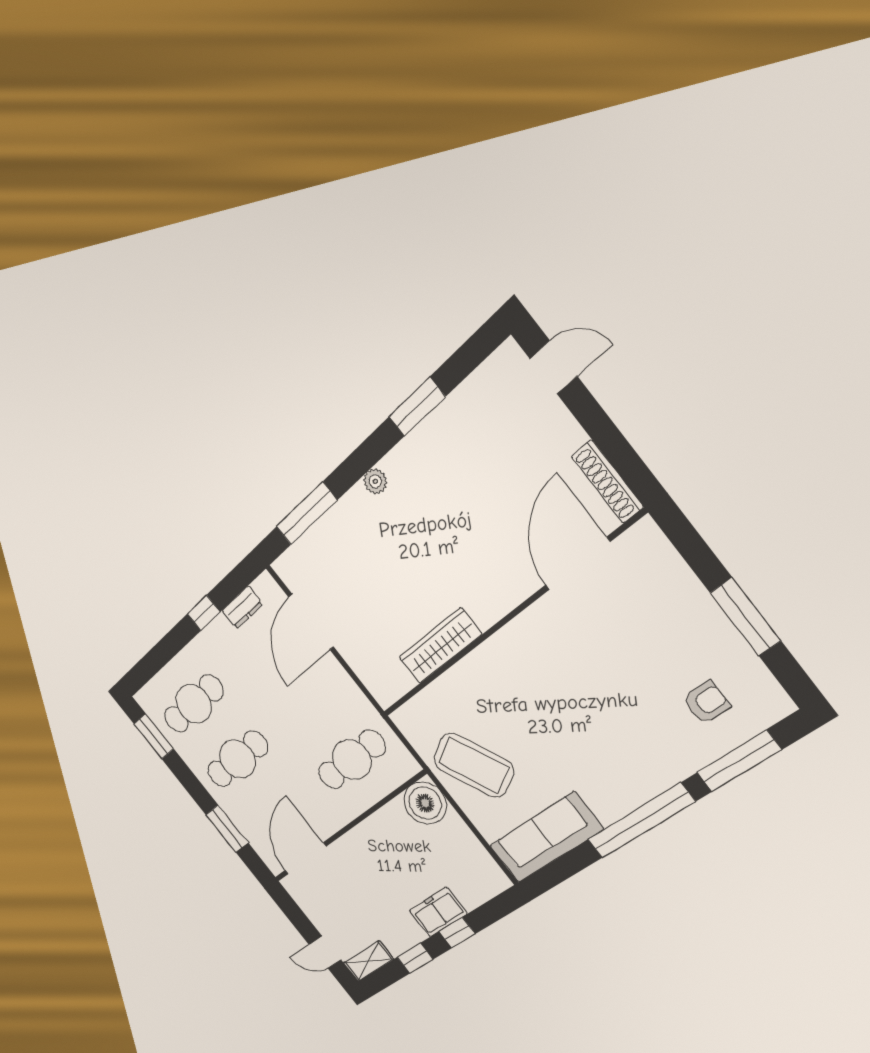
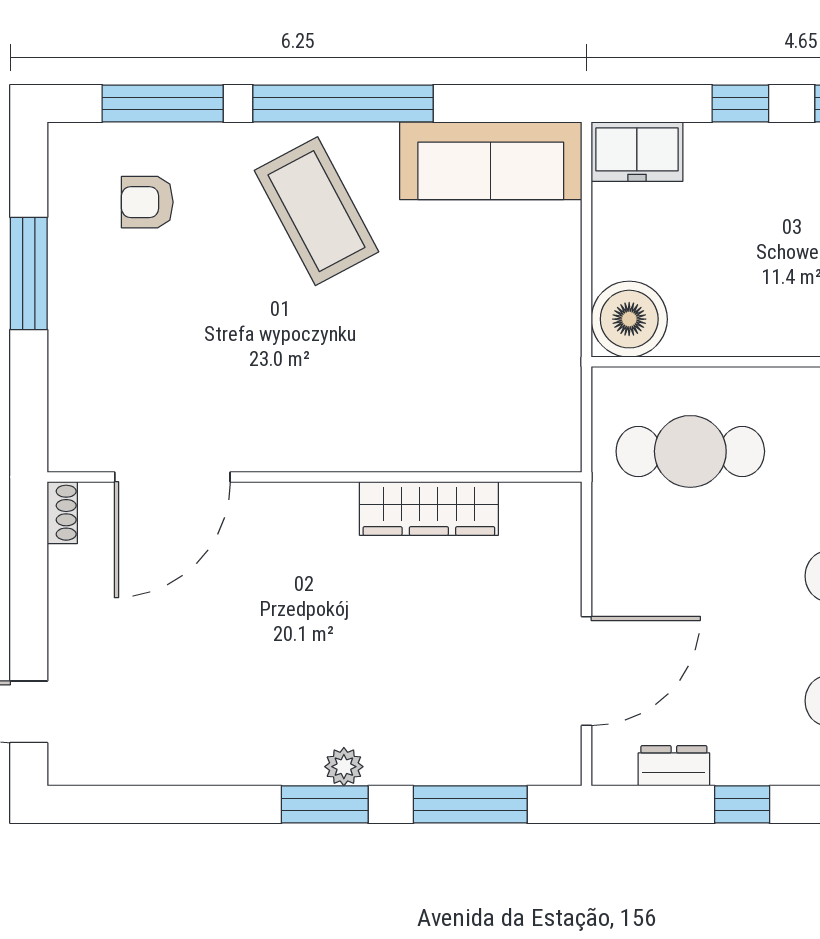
window: (417, 407) -> (325, 804), moved
shoe rack: (607, 482) -> (62, 513), width x0.51, depth x0.81
coffee table: (474, 765) -> (316, 211), moved
freezer: (438, 912) -> (637, 152), moved

